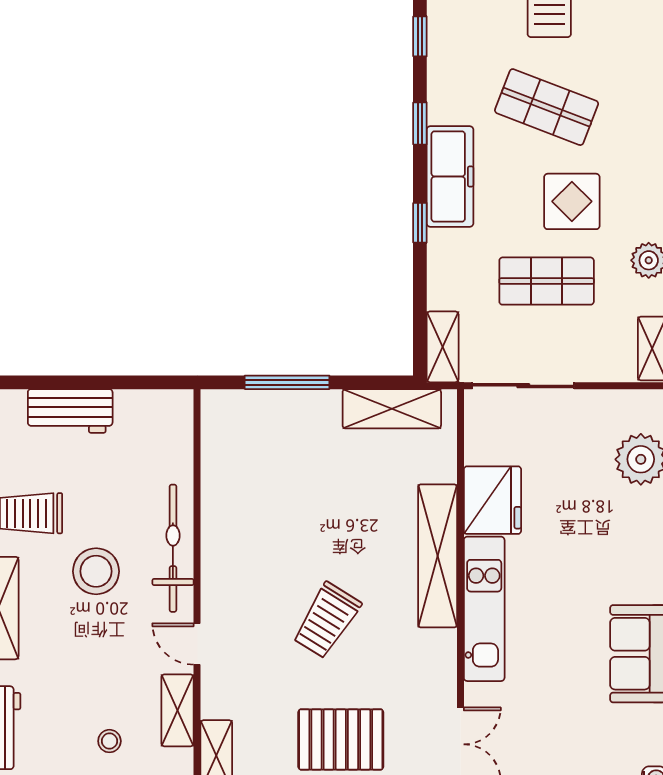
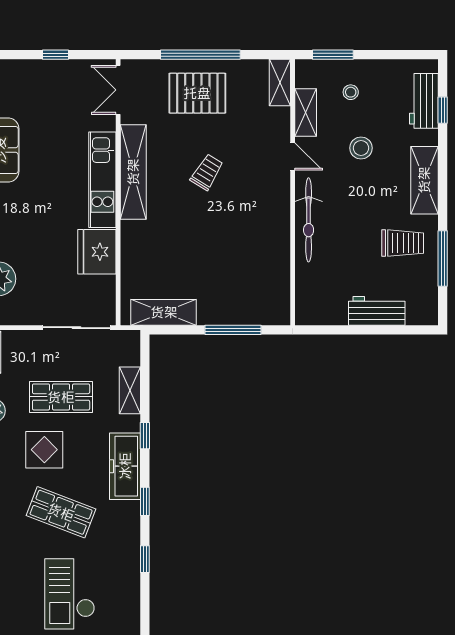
shelving: (443, 347) -> (130, 390), moved
shelving: (438, 556) -> (133, 172), moved
stool: (96, 571) -> (361, 148), moved, width x0.73, depth x0.73
trolley: (327, 620) -> (207, 172), width x0.73, depth x0.72

